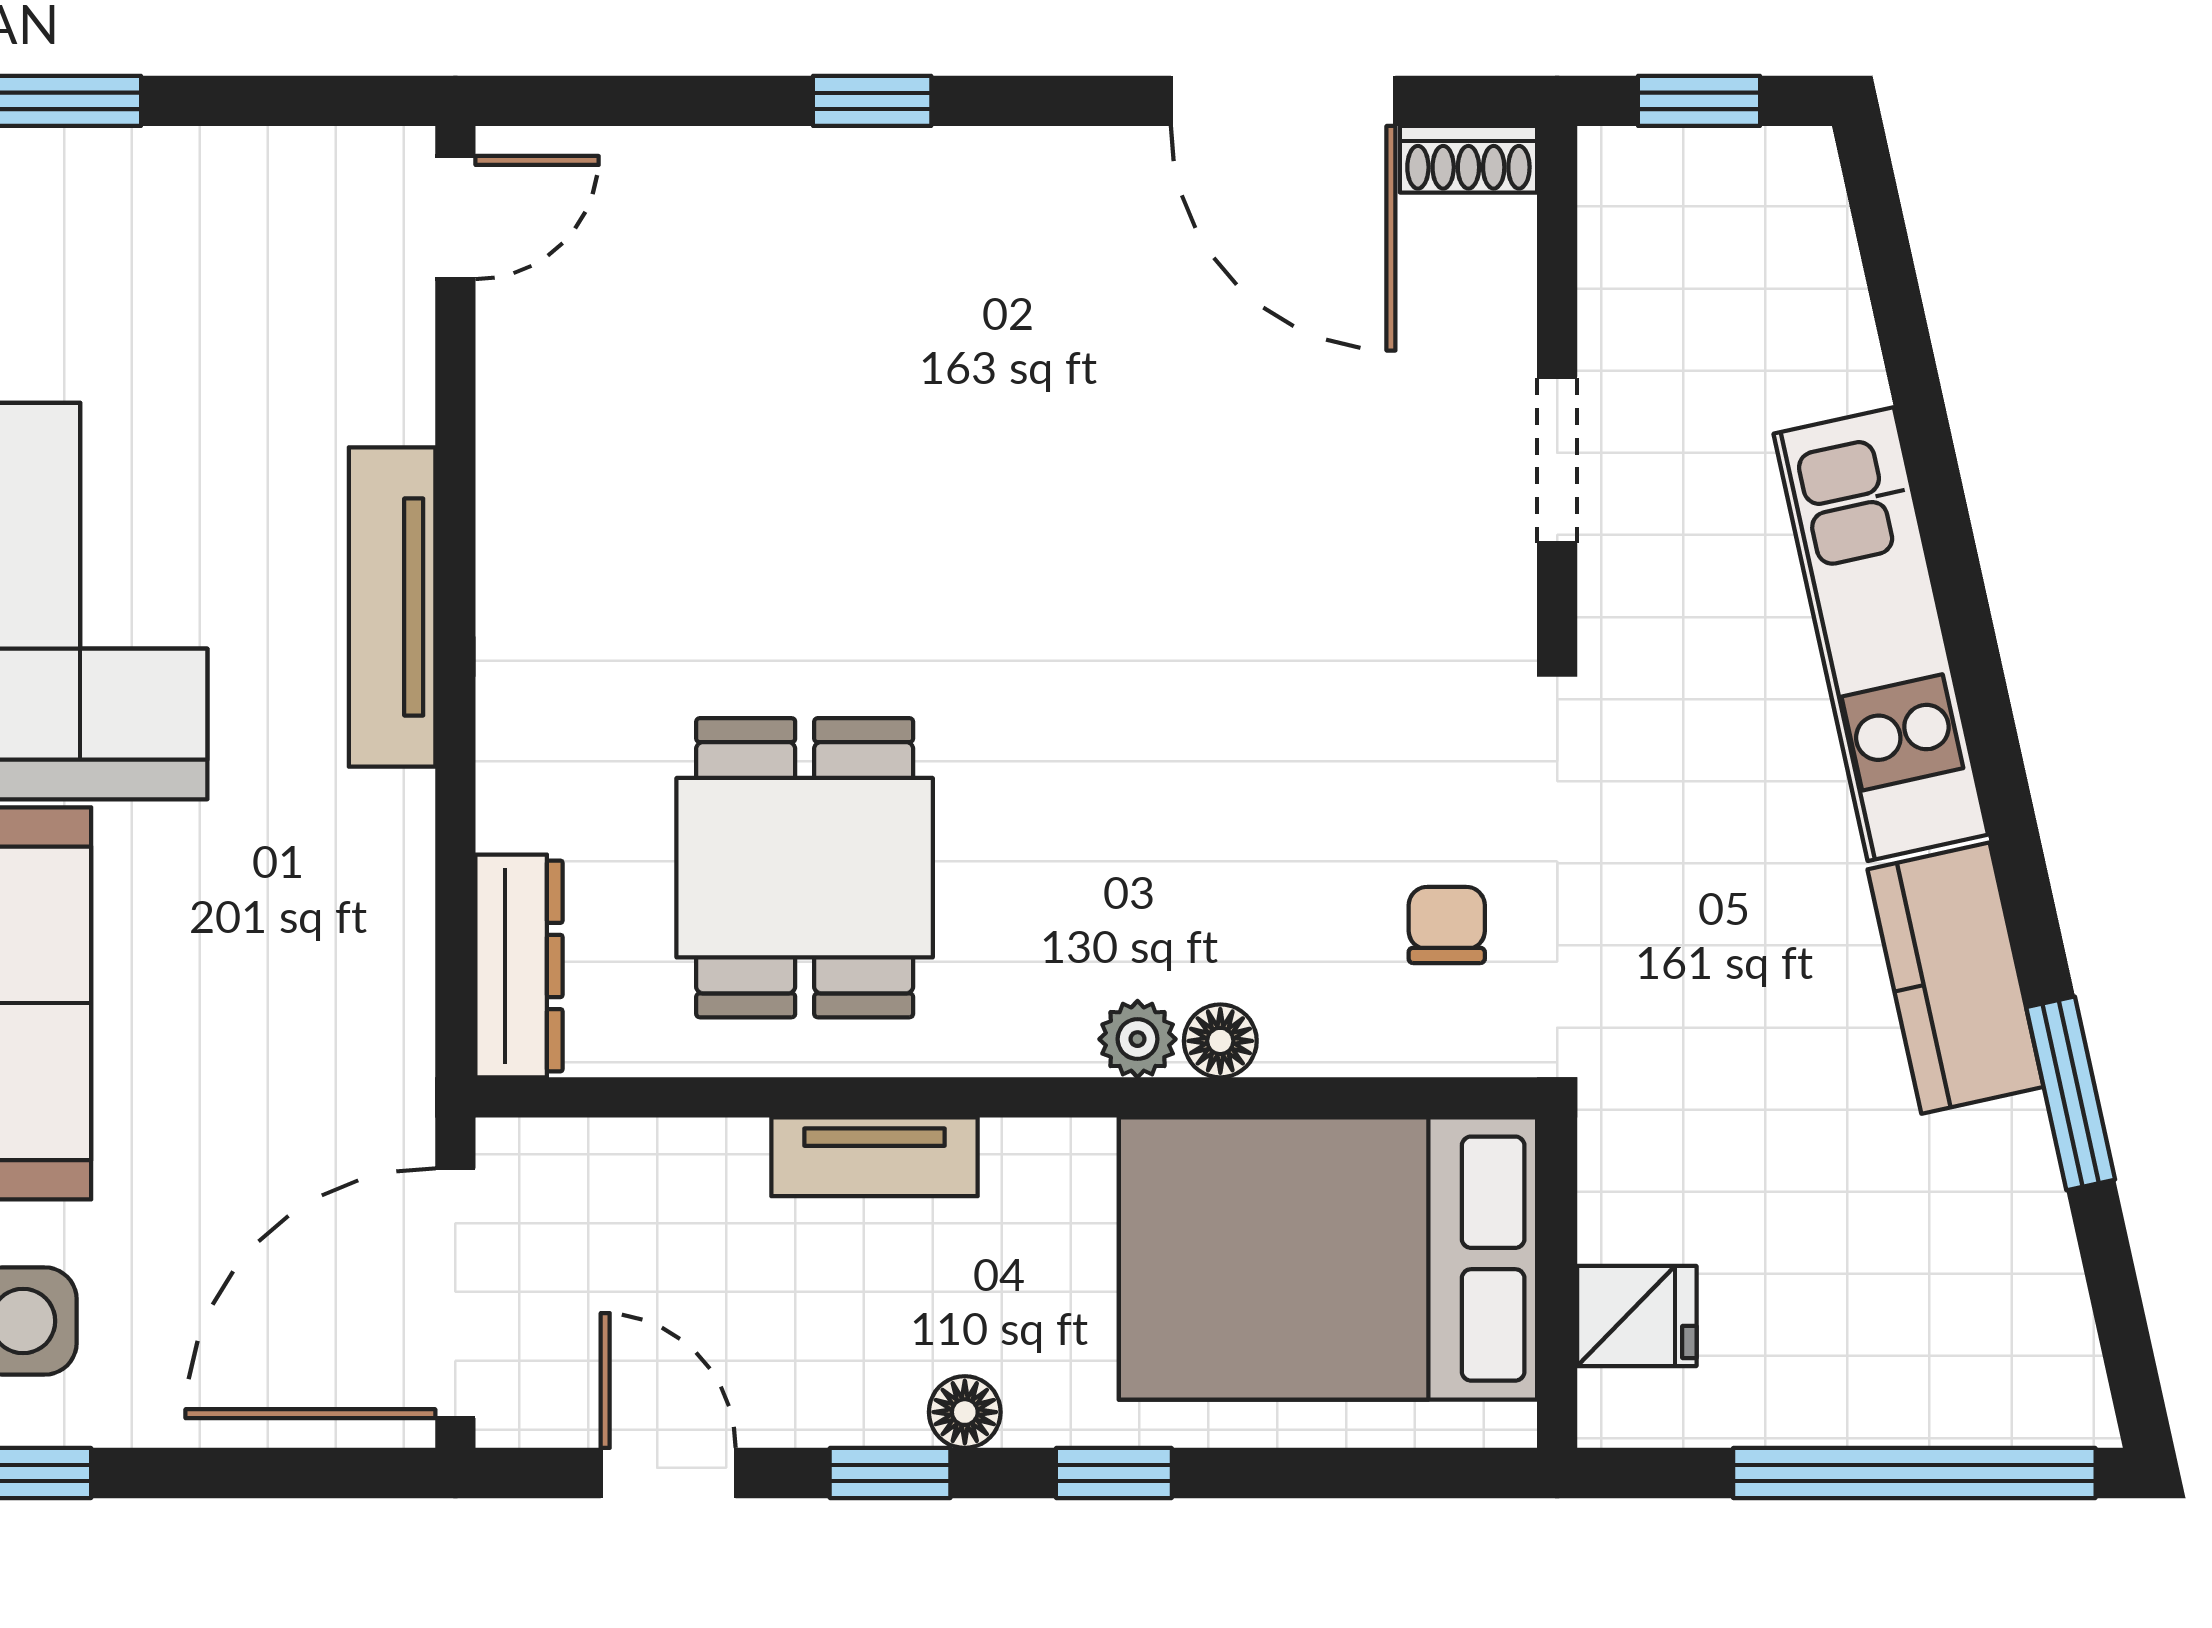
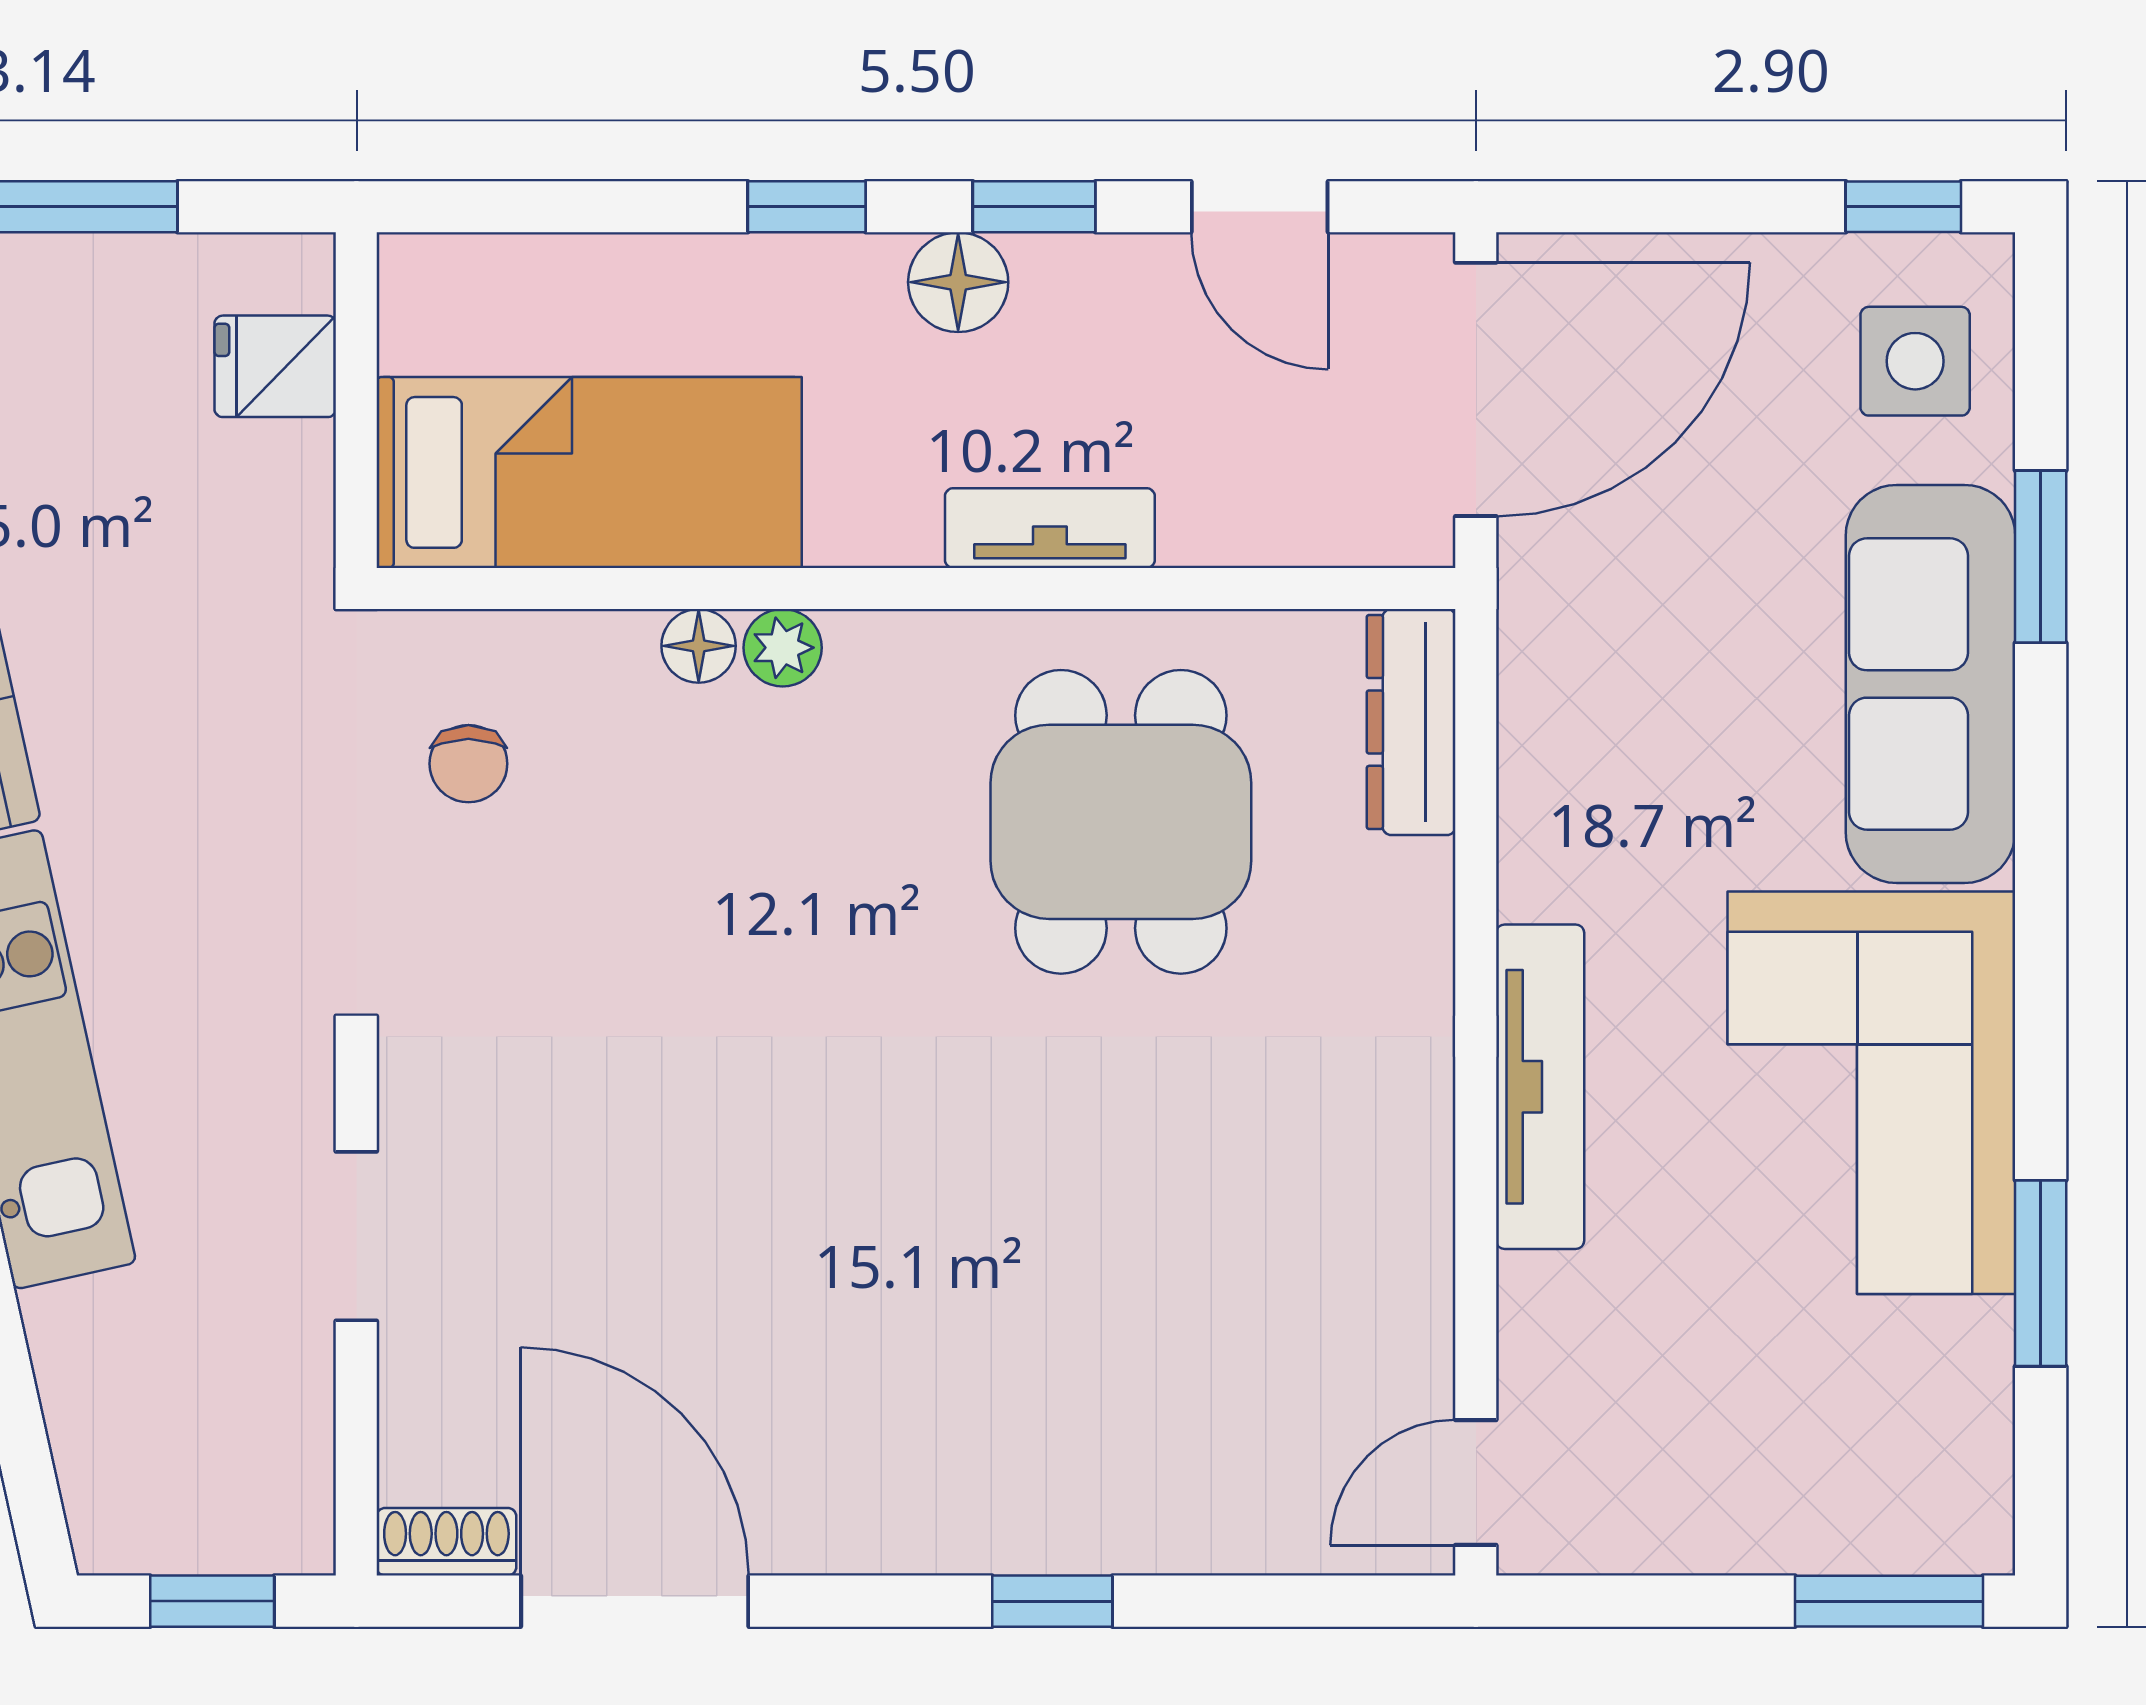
bed: (1328, 1259) -> (589, 472), width x0.67
floor lamp: (965, 1412) -> (958, 282), width x1.37, depth x1.37

